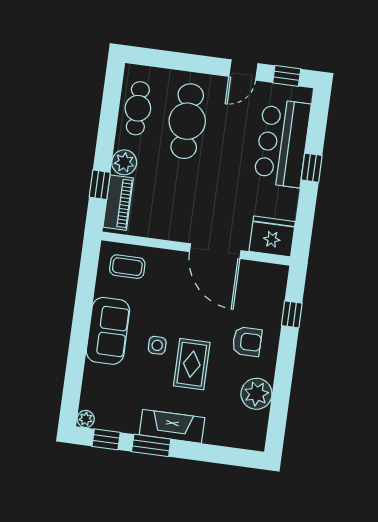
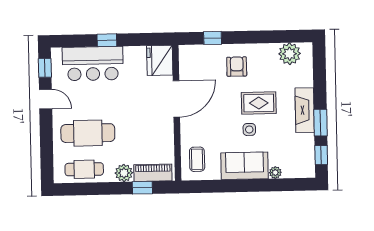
plant: (256, 394) -> (290, 54), moved
plant: (86, 419) -> (275, 173), moved

